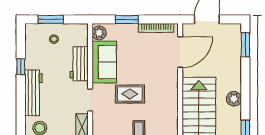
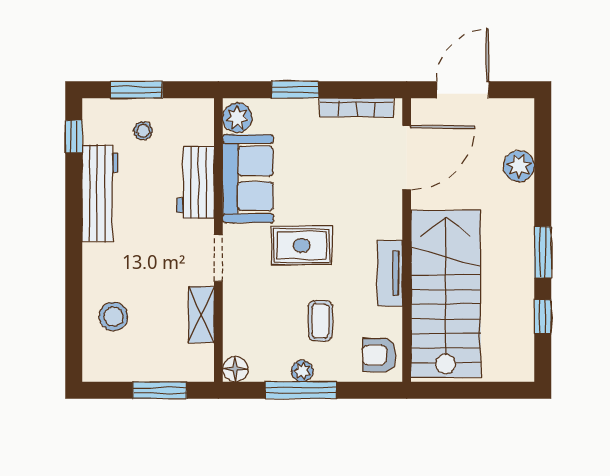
window: (245, 45) -> (543, 252), moved
window: (21, 67) -> (74, 137), moved
workbench: (33, 93) -> (100, 193), moved
plant: (234, 99) -> (519, 166), moved
tv unit: (172, 107) -> (390, 273), added

